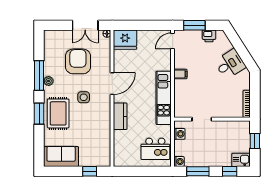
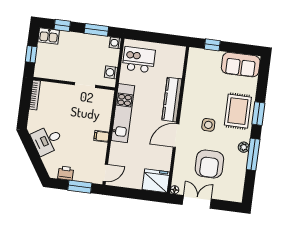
kitchen counter: (120, 116) -> (172, 100), width x1.50

